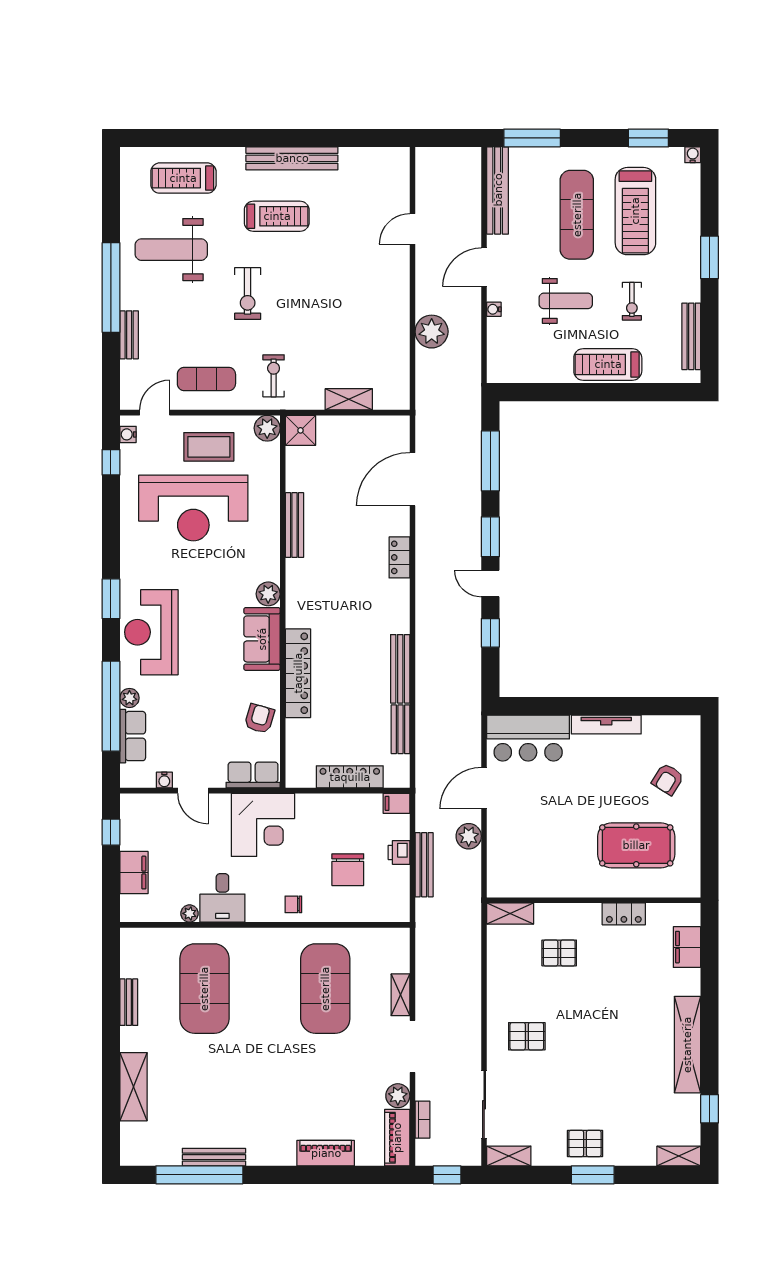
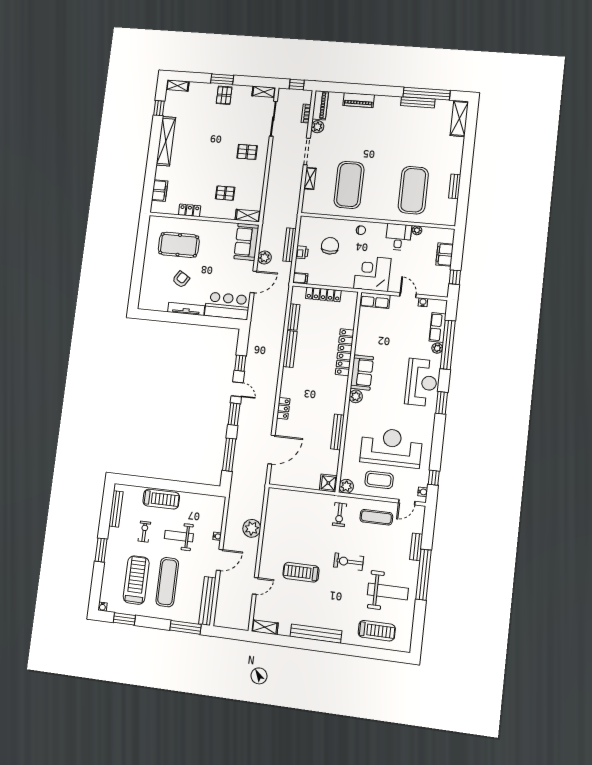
treadmill: (277, 216) -> (301, 572), moved
exercise bike: (248, 294) -> (349, 562), turned -90
shelving: (349, 399) -> (265, 627), moved
armchair: (259, 719) -> (368, 330), removed
armchair: (668, 779) -> (181, 279), moved
sofa: (507, 863) -> (246, 242), added
shelving: (134, 1087) -> (459, 118), moved
pallet: (585, 1143) -> (224, 95), turned 90

